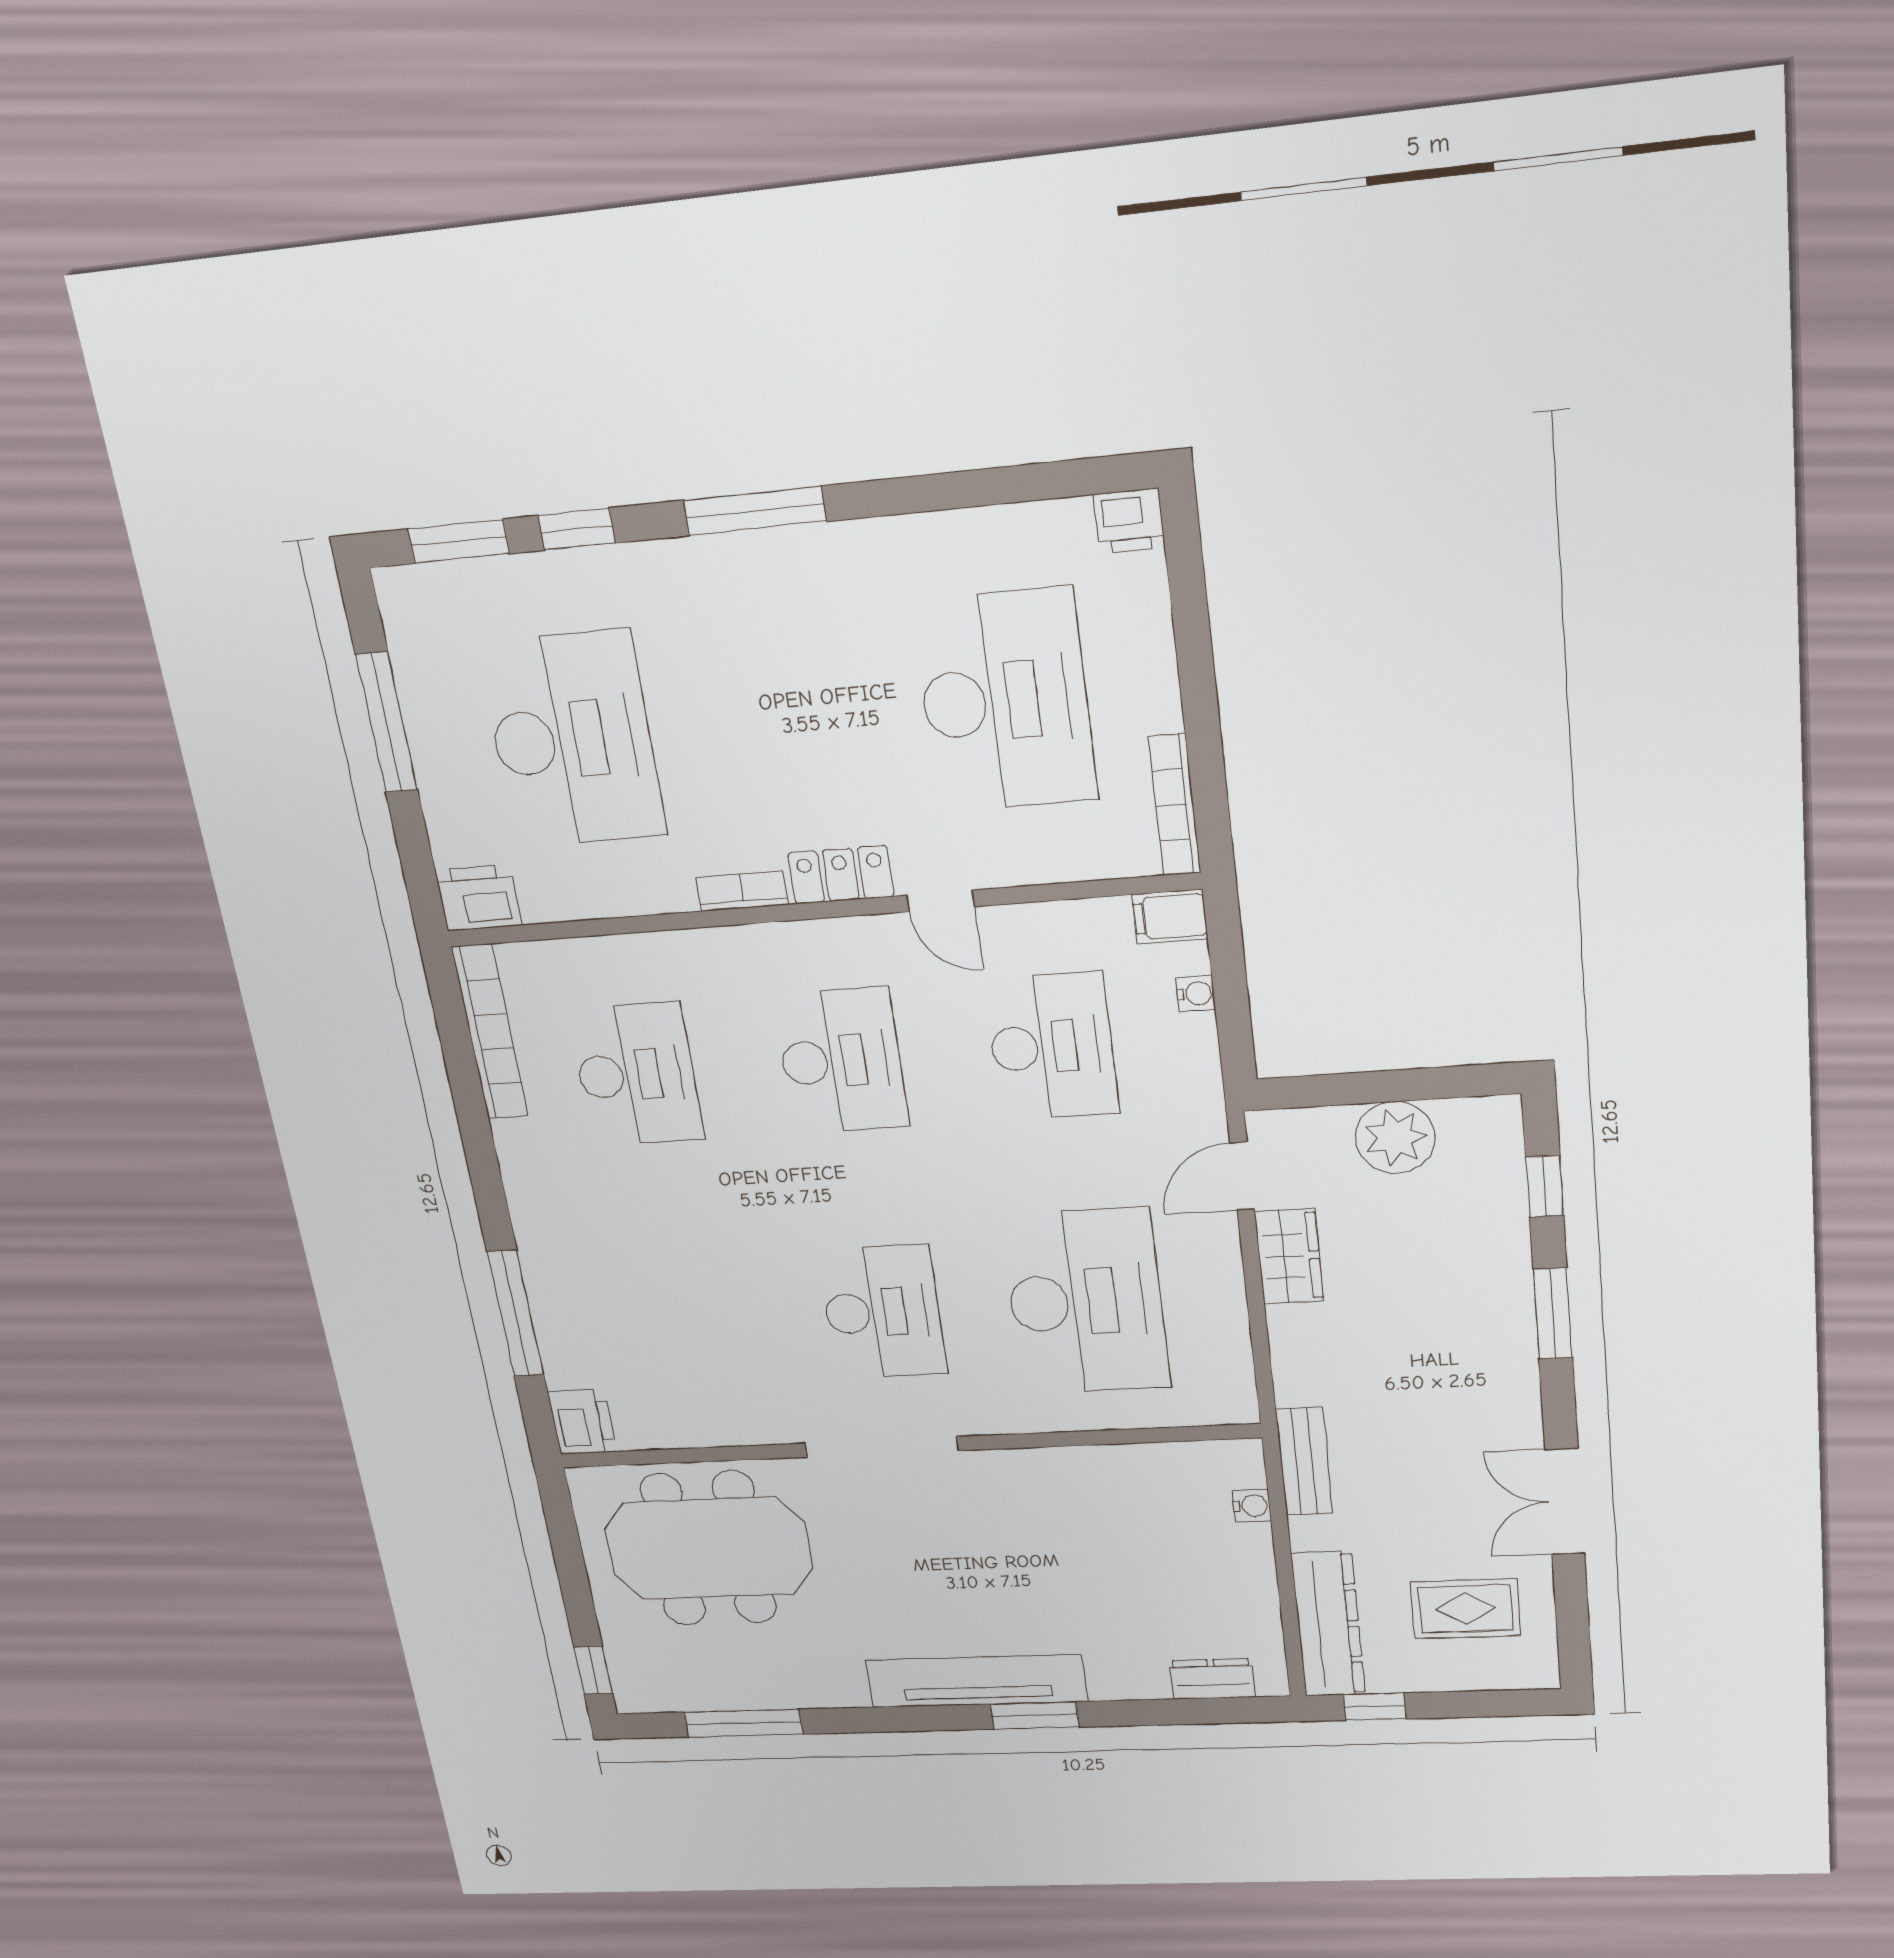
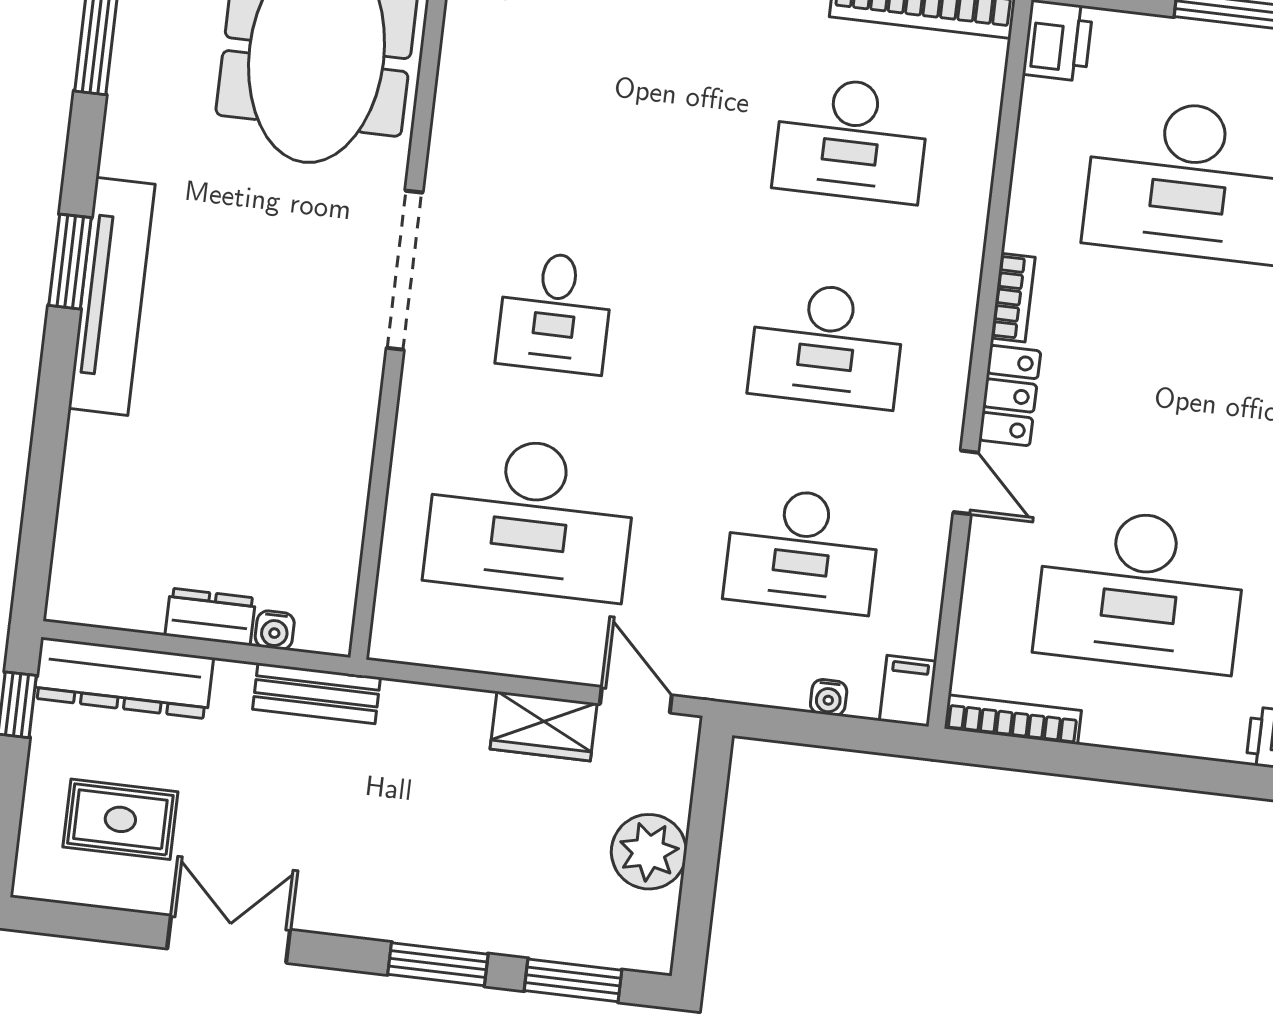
door: (941, 901) -> (966, 482), swing flipped
window: (1545, 1186) -> (573, 980), width x1.50
desk: (882, 1312) -> (555, 312), width x0.73
rug: (1466, 1609) -> (120, 819), turned 90
dresser: (1212, 1679) -> (210, 617), moved, turned -90
window: (1035, 1716) -> (70, 262), moved

